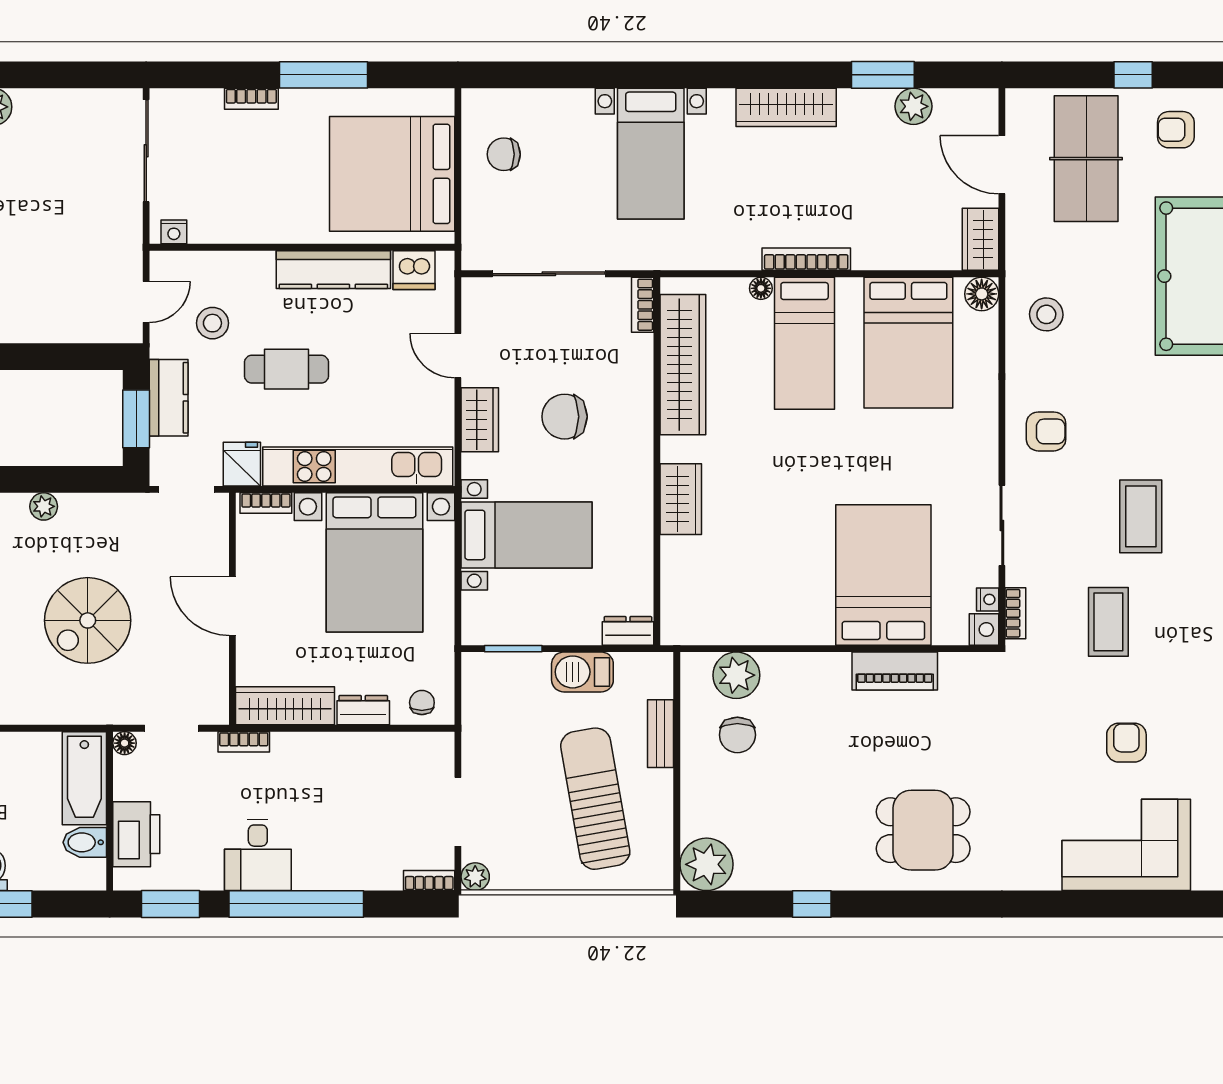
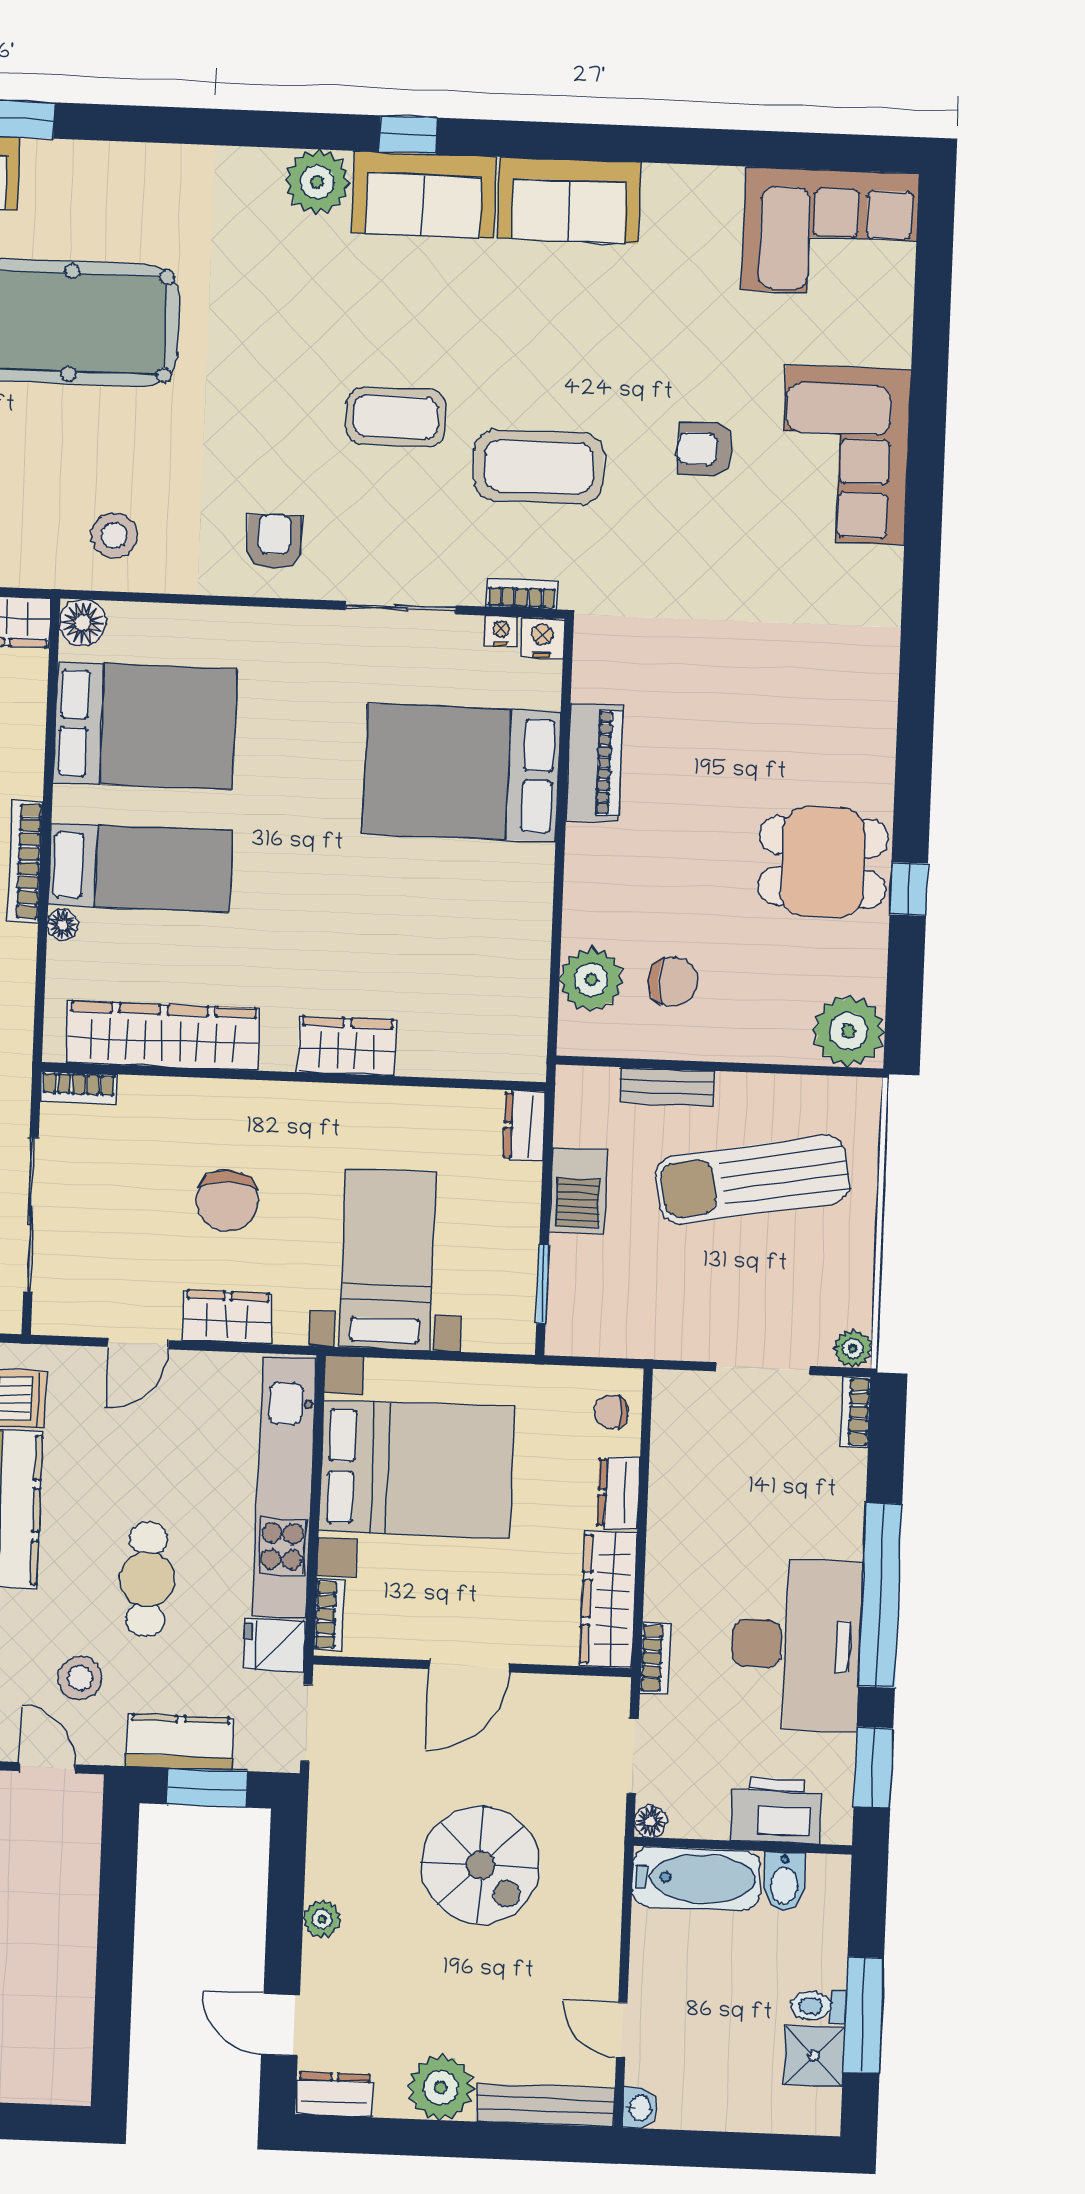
coffee table: (1108, 622) -> (539, 467), width x1.36, depth x1.32
dining table: (923, 830) -> (823, 862), moved, turned 90
desk: (258, 855) -> (796, 1645), width x1.87, depth x1.30

